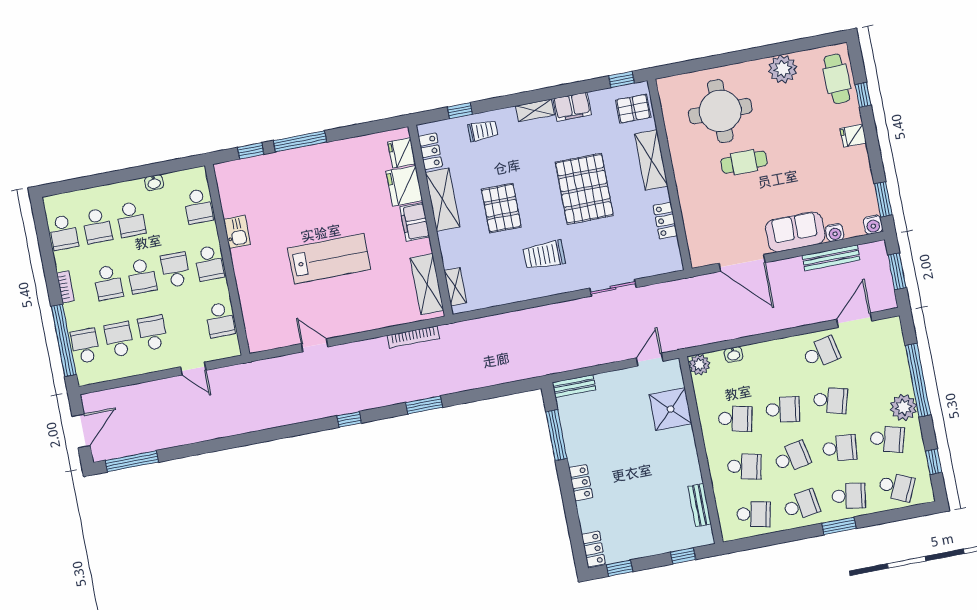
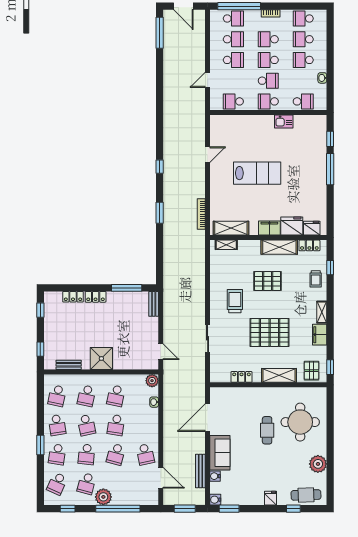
school desk: (198, 206) -> (303, 101), turned 180
lab bench: (329, 259) -> (257, 173), turned -90
shower: (671, 409) -> (101, 358), moved
locker: (593, 549) -> (73, 297), moved

